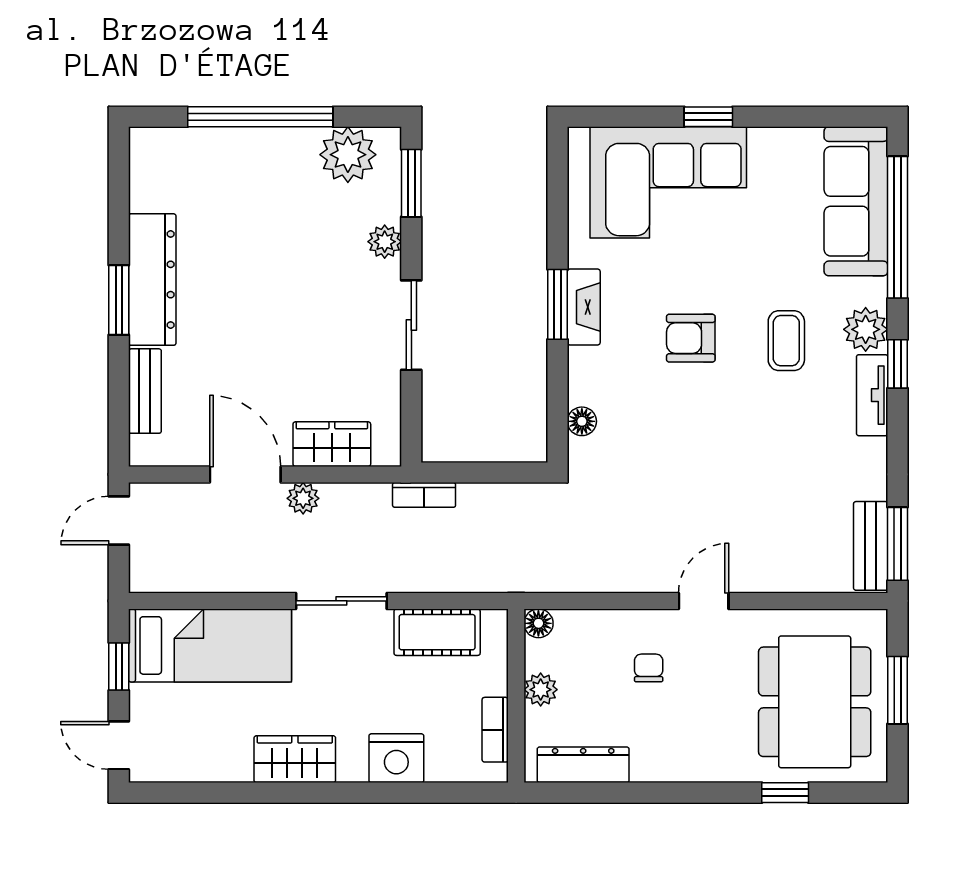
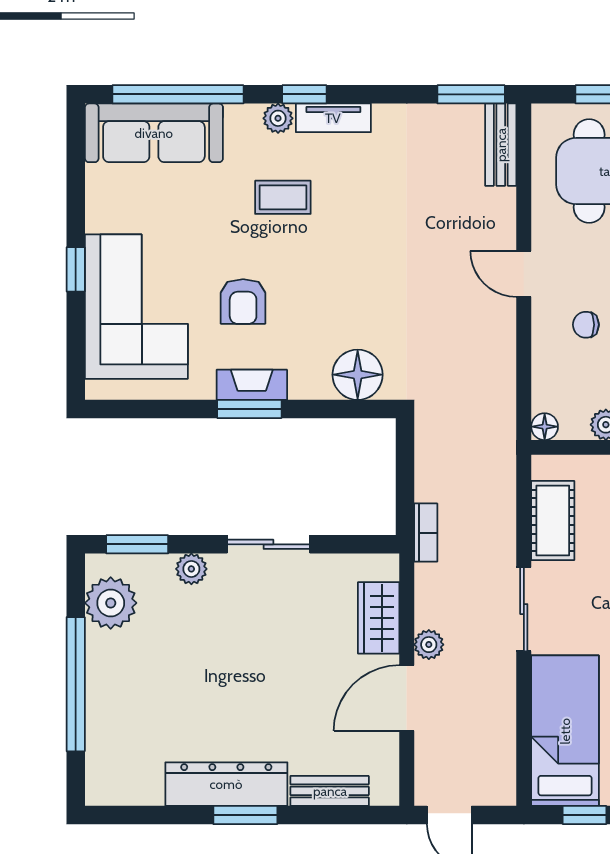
plant: (866, 329) -> (278, 118), width x0.73, depth x0.73
armchair: (691, 338) -> (243, 302), moved
floor lamp: (582, 421) -> (358, 375), width x1.89, depth x1.89
bench: (871, 546) -> (501, 145), moved, turned 90

